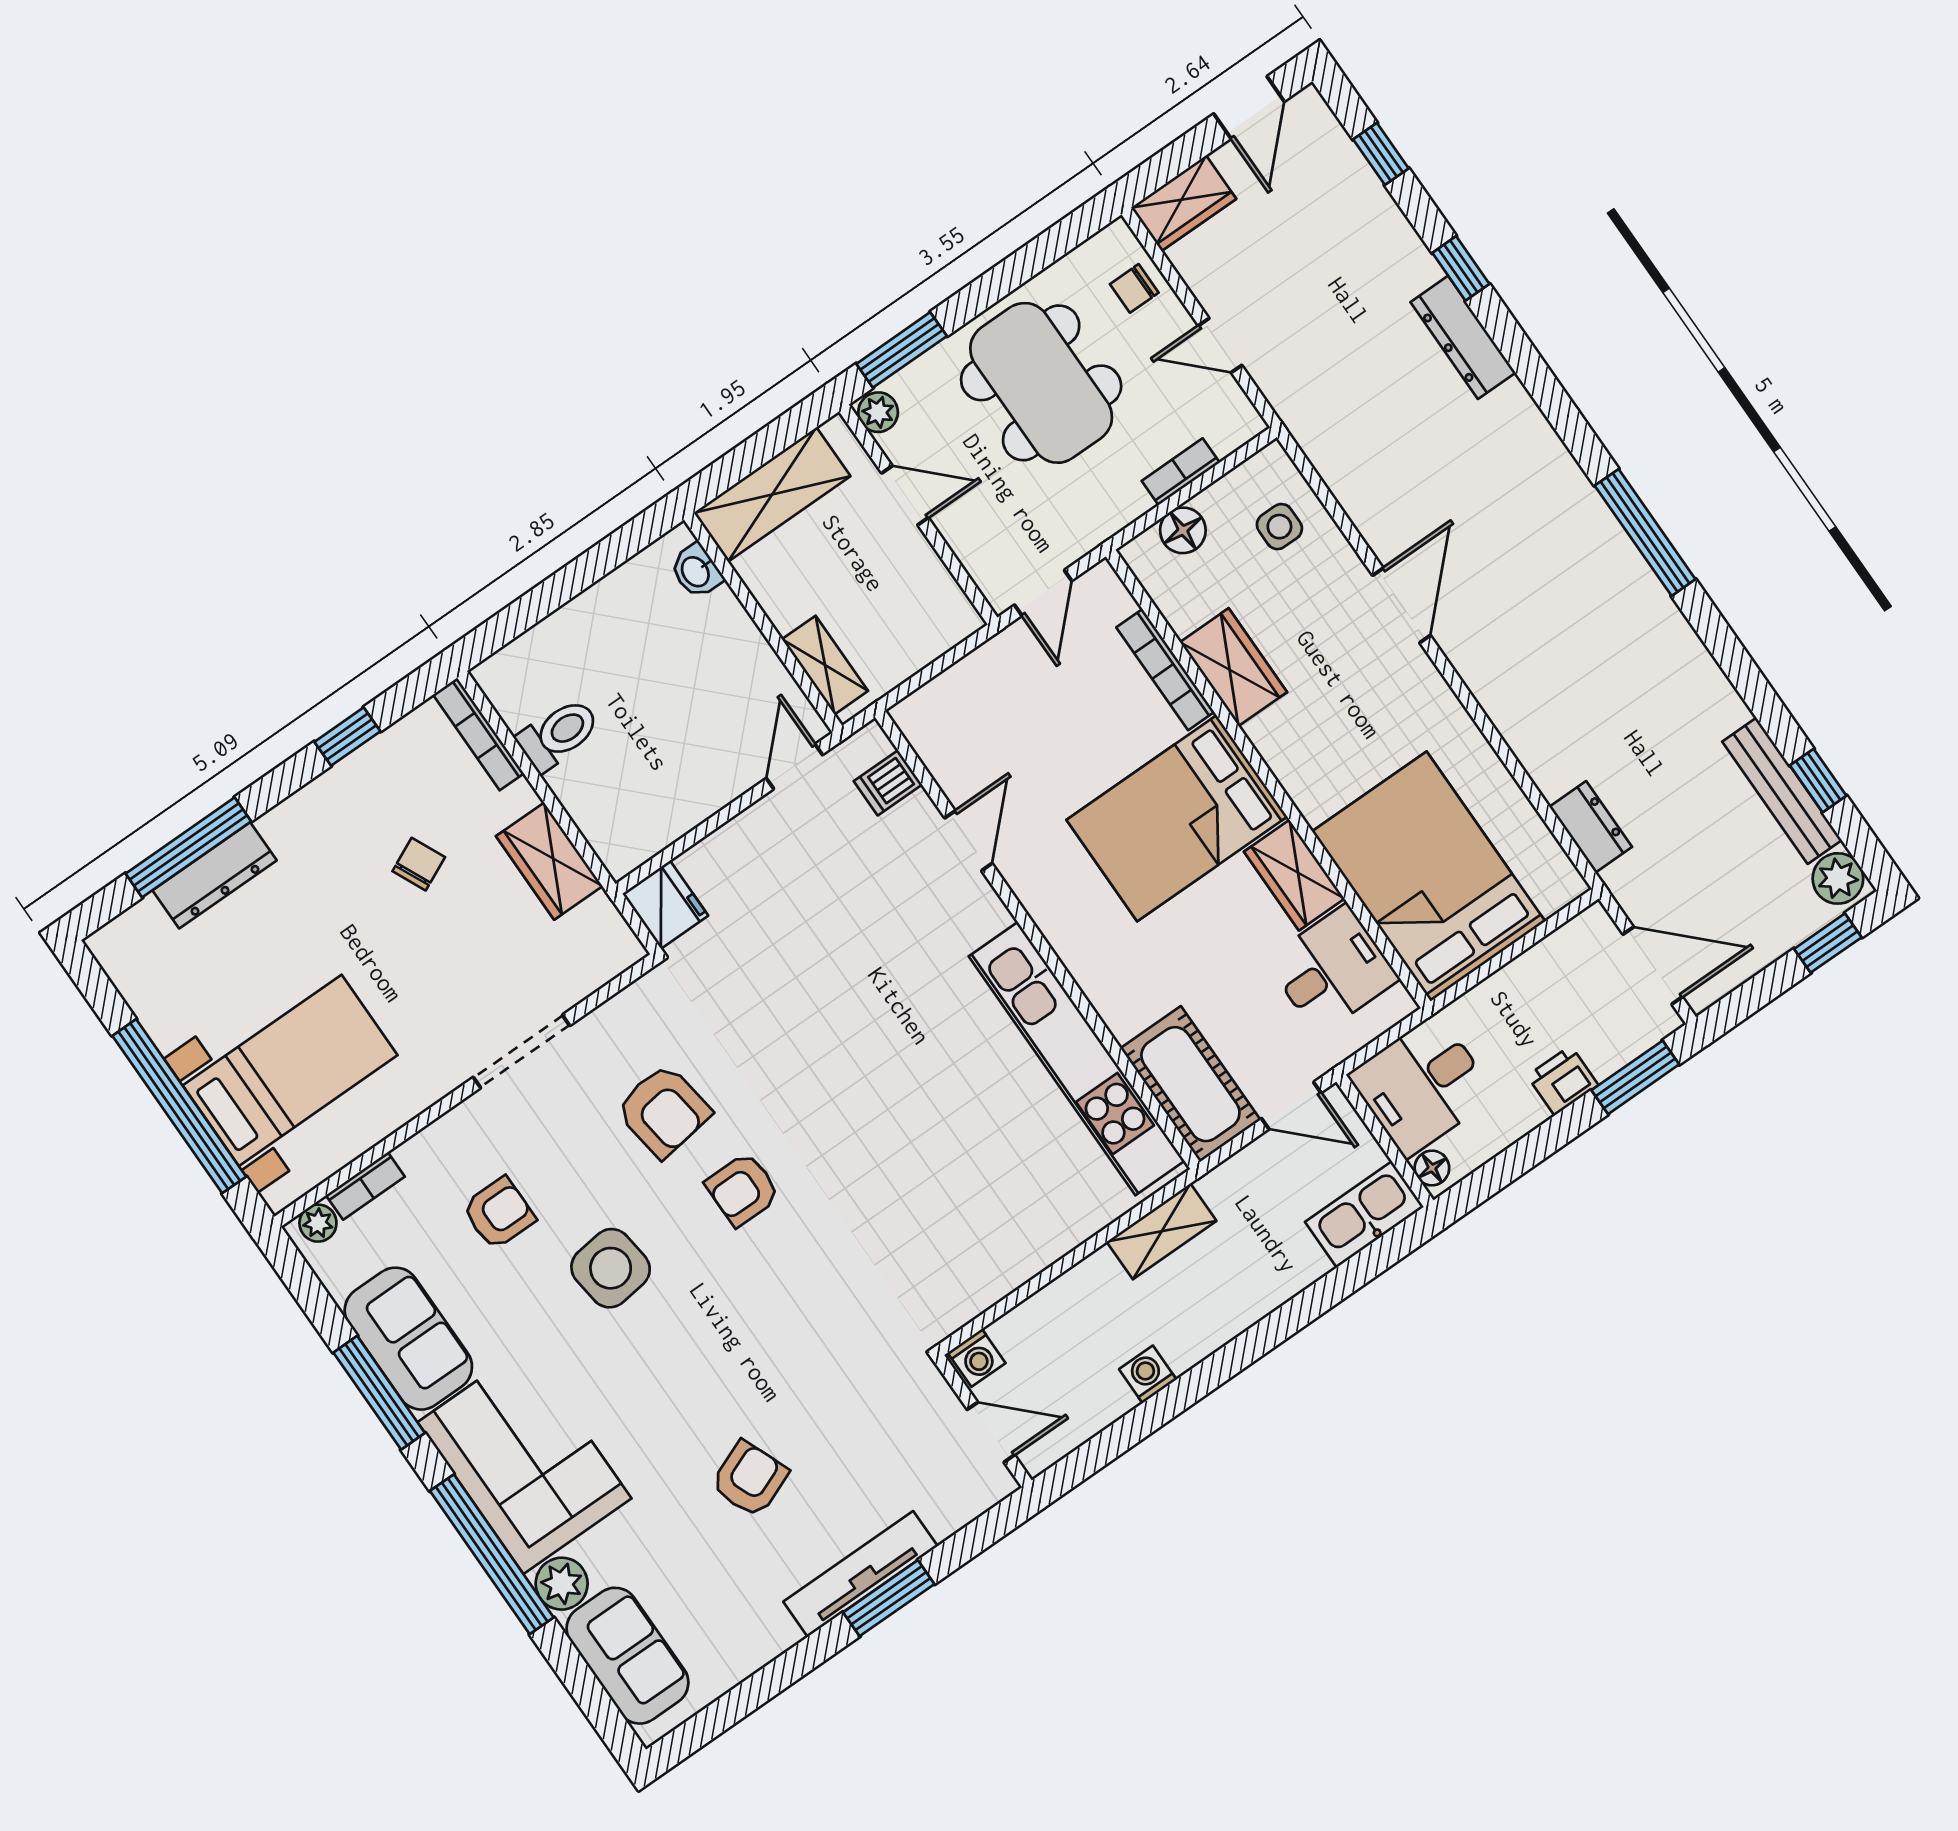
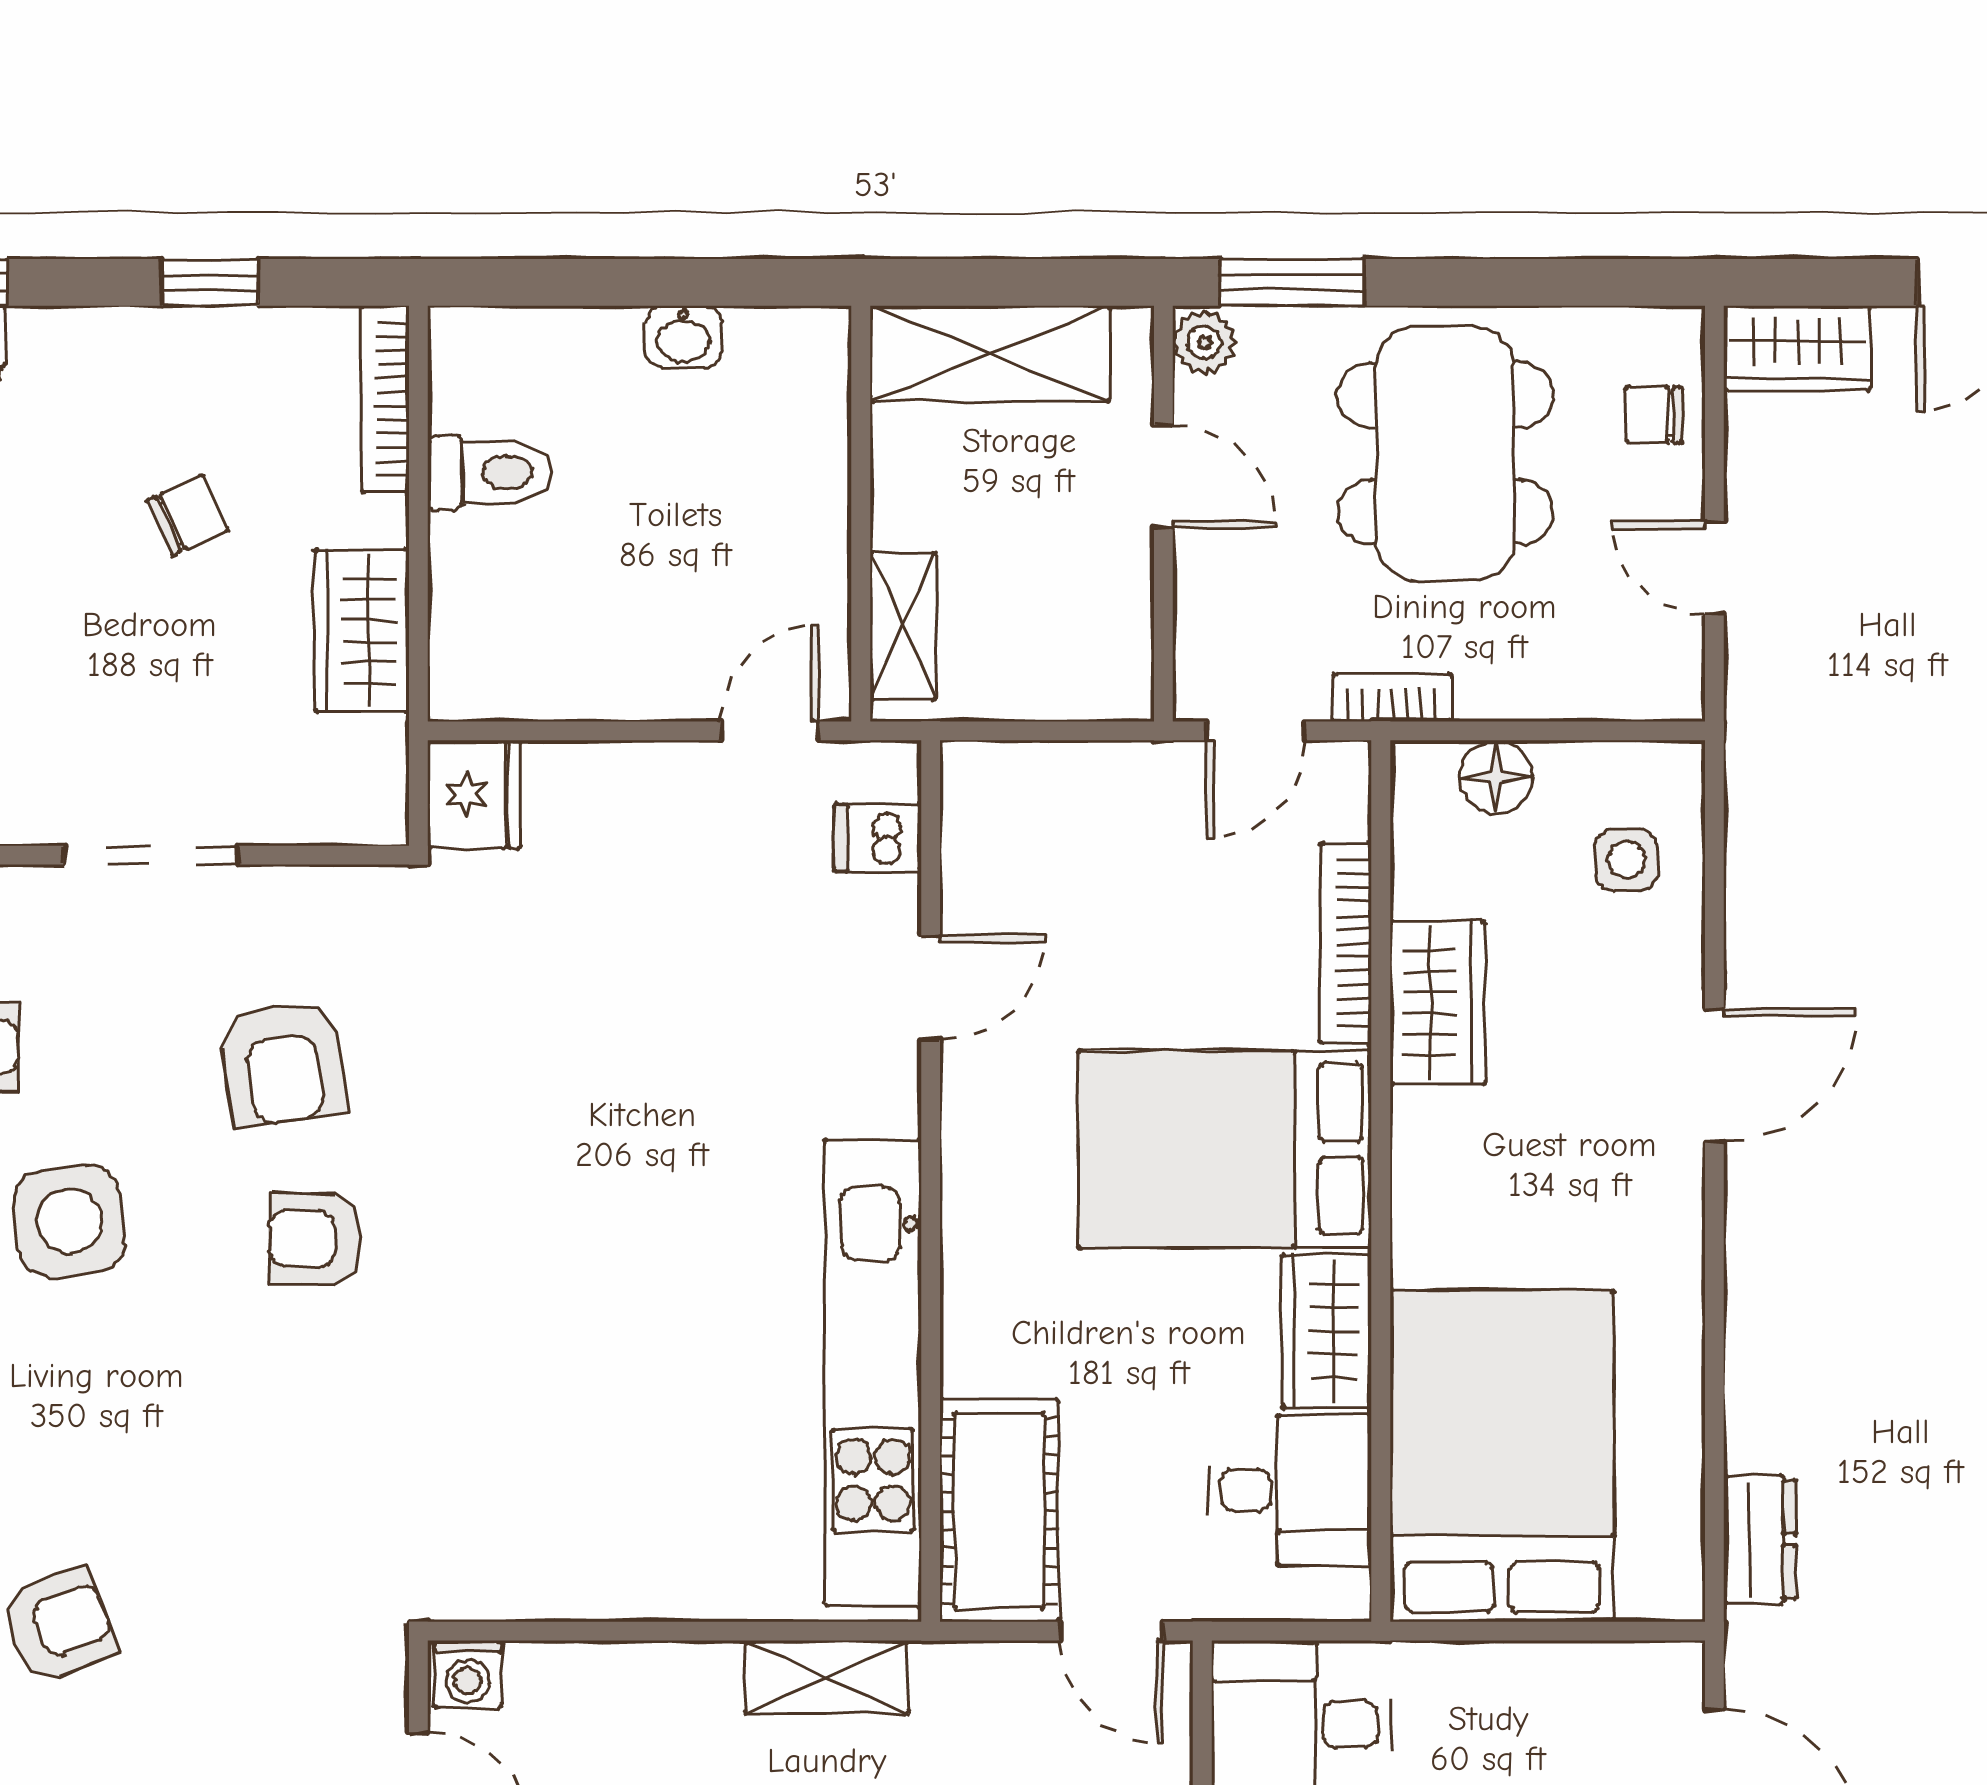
bookcase: (1181, 472) -> (1392, 698), moved
washbasin: (696, 571) -> (683, 337), moved, turned -90

